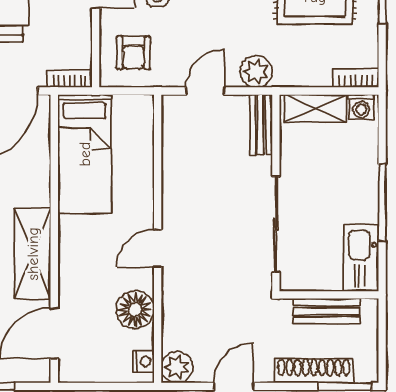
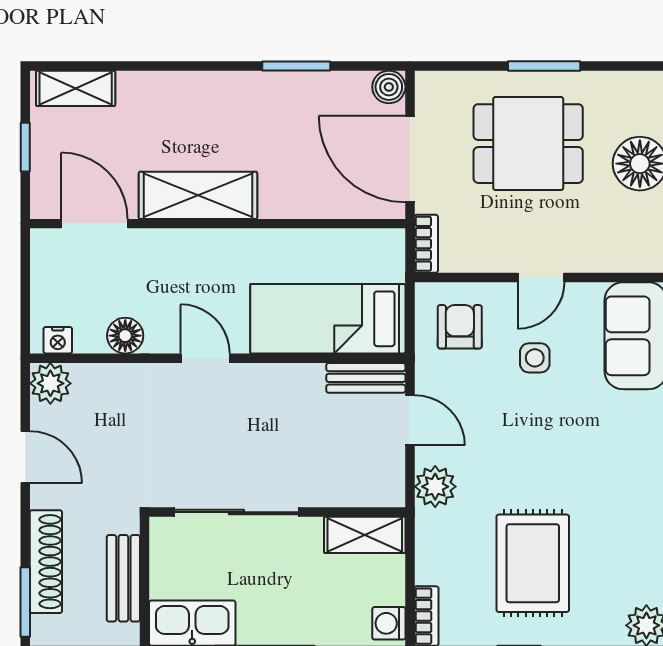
armchair: (133, 53) -> (460, 327), turned 90
shelving: (315, 109) -> (365, 535), moved, turned 90
bench: (261, 125) -> (366, 378), moved
bed: (85, 154) -> (328, 319), moved
floor lamp: (135, 310) -> (125, 336), width x0.73, depth x0.73

